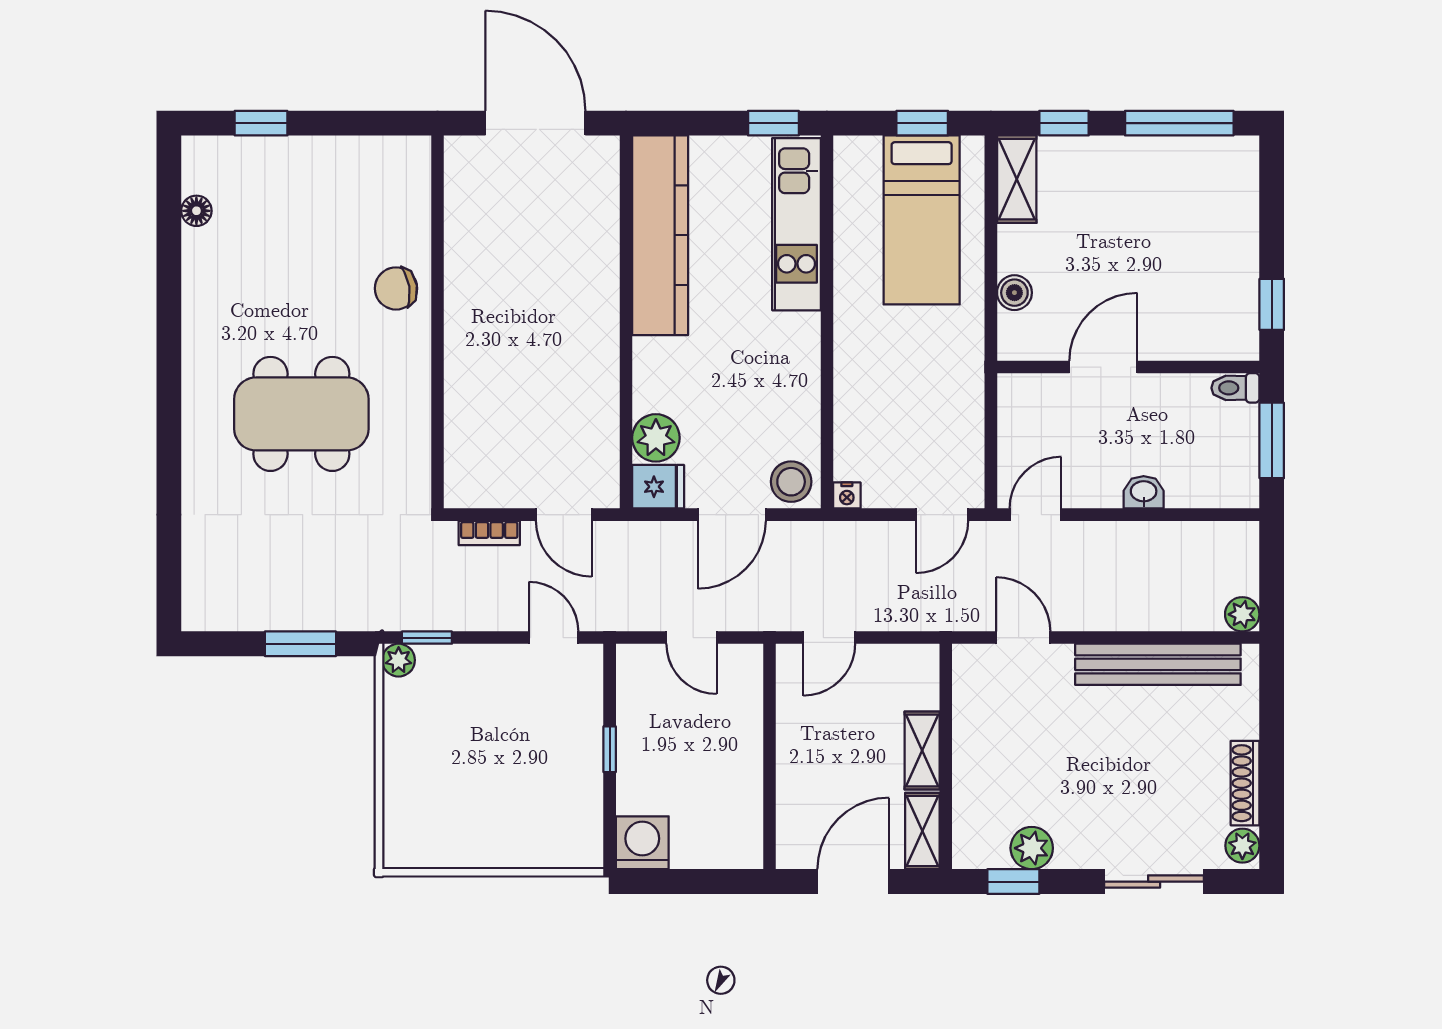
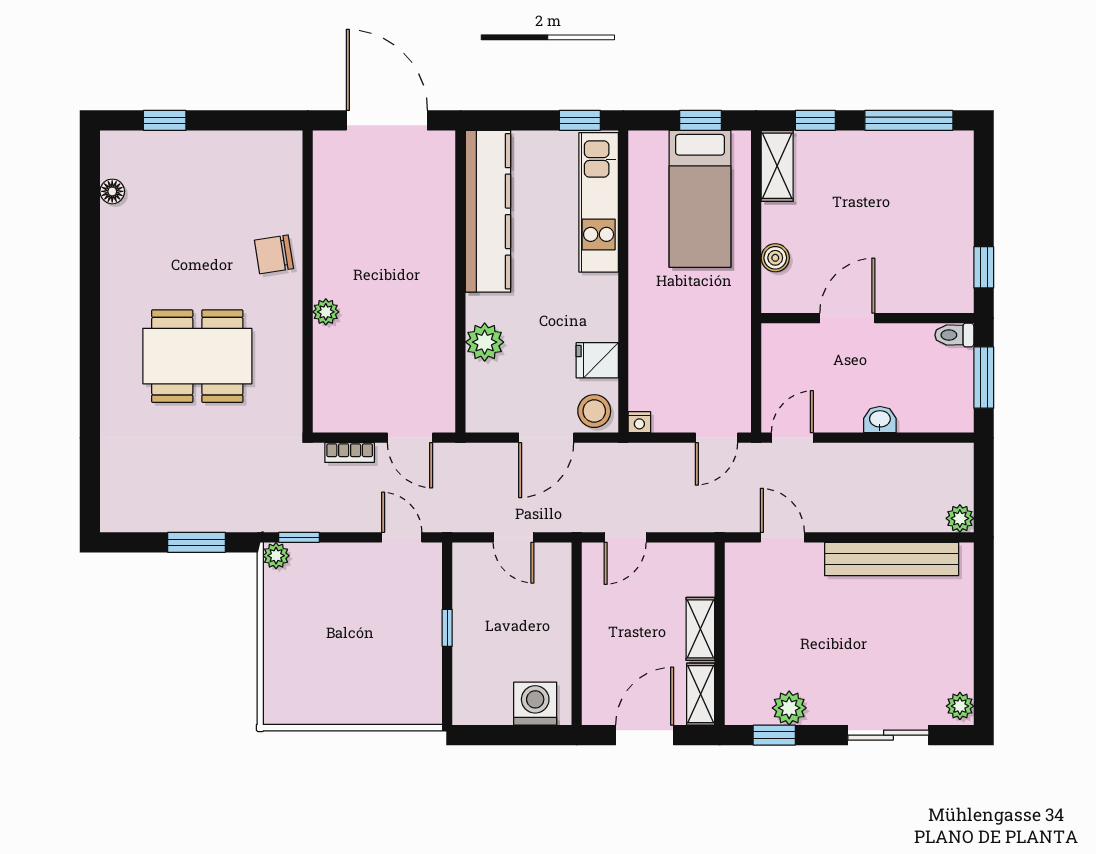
plant: (460, 359) -> (326, 312), added
plant: (656, 438) -> (485, 342), moved
fridge: (658, 487) -> (597, 360), moved, turned 180
shoe rack: (1245, 783) -> (962, 655), removed
washing machine: (642, 843) -> (535, 704), moved

